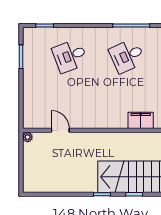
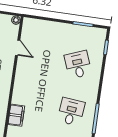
desk: (127, 56) -> (71, 112), turned 30
door: (60, 130) -> (18, 48), hinge flipped

